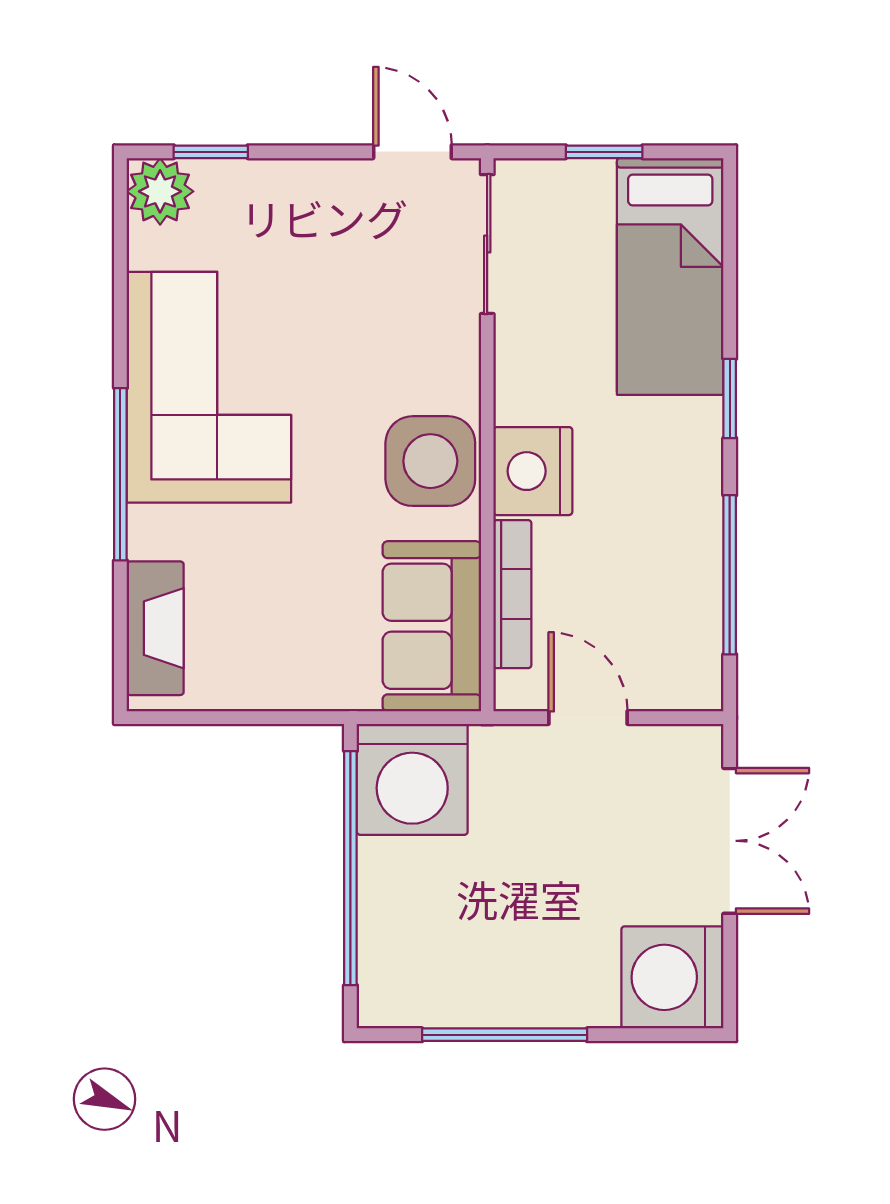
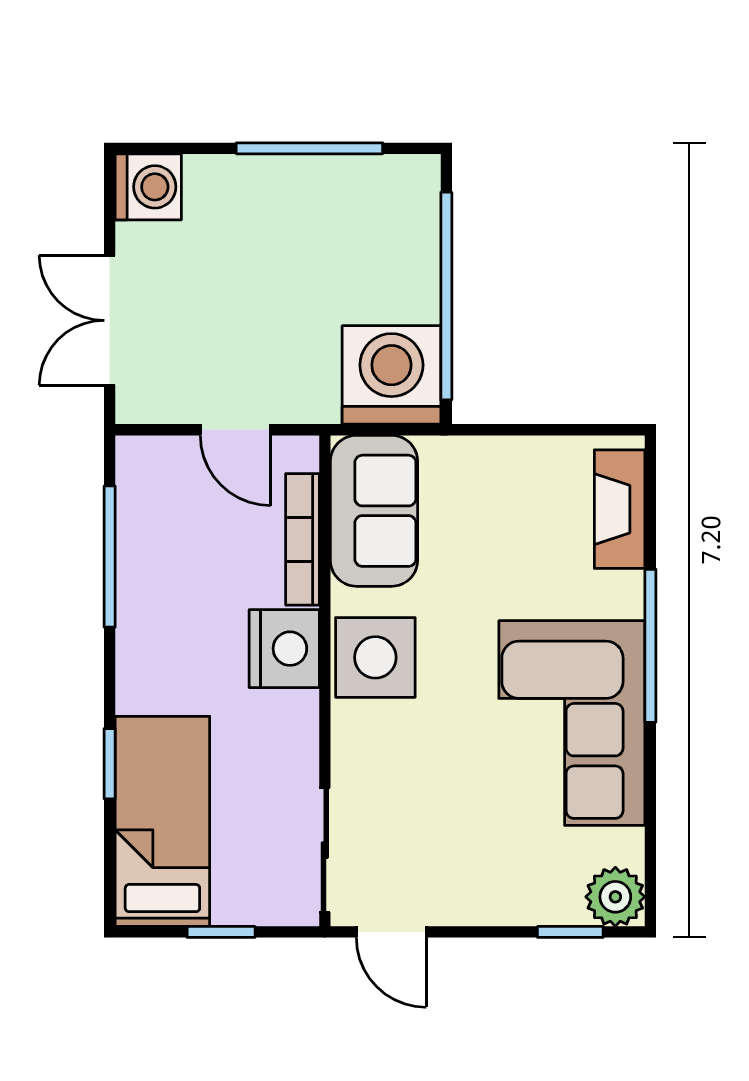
window: (730, 398) -> (110, 764), moved
washing machine: (672, 977) -> (148, 187), width x0.73, depth x0.73

